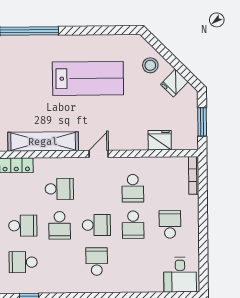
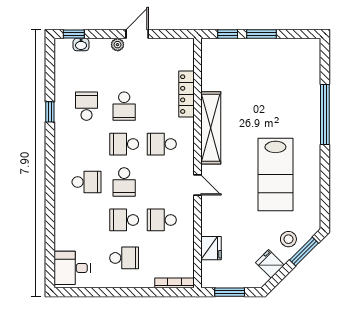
window: (162, 50) -> (304, 251), added
school desk: (59, 189) -> (162, 144), turned 90

